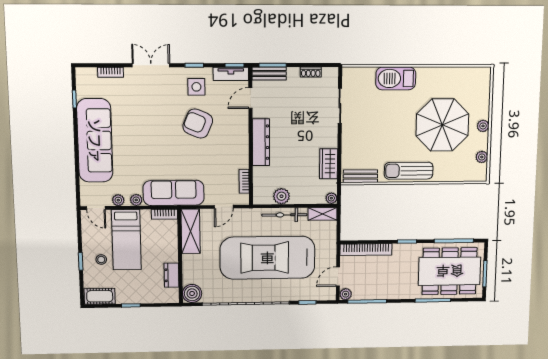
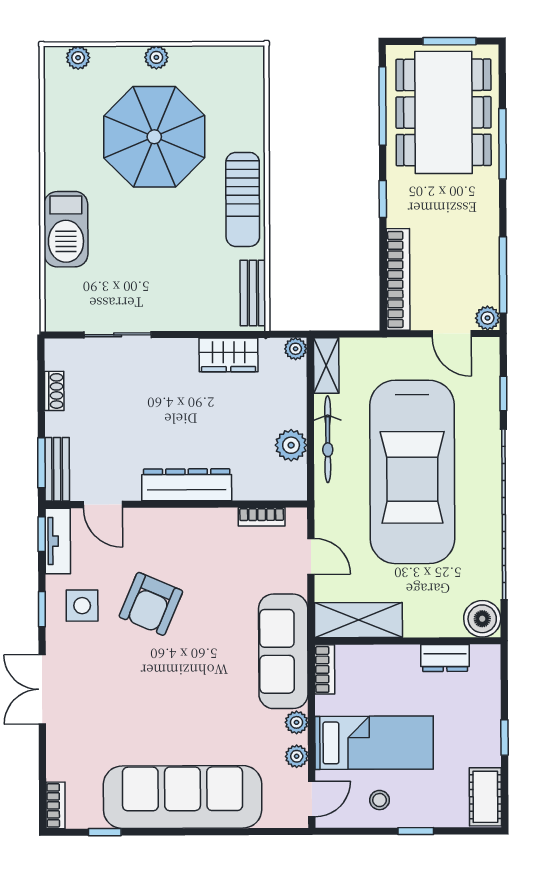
bookcase: (110, 72) -> (55, 805), moved
plant: (482, 157) -> (78, 58), moved
stool: (101, 260) -> (380, 800), moved

